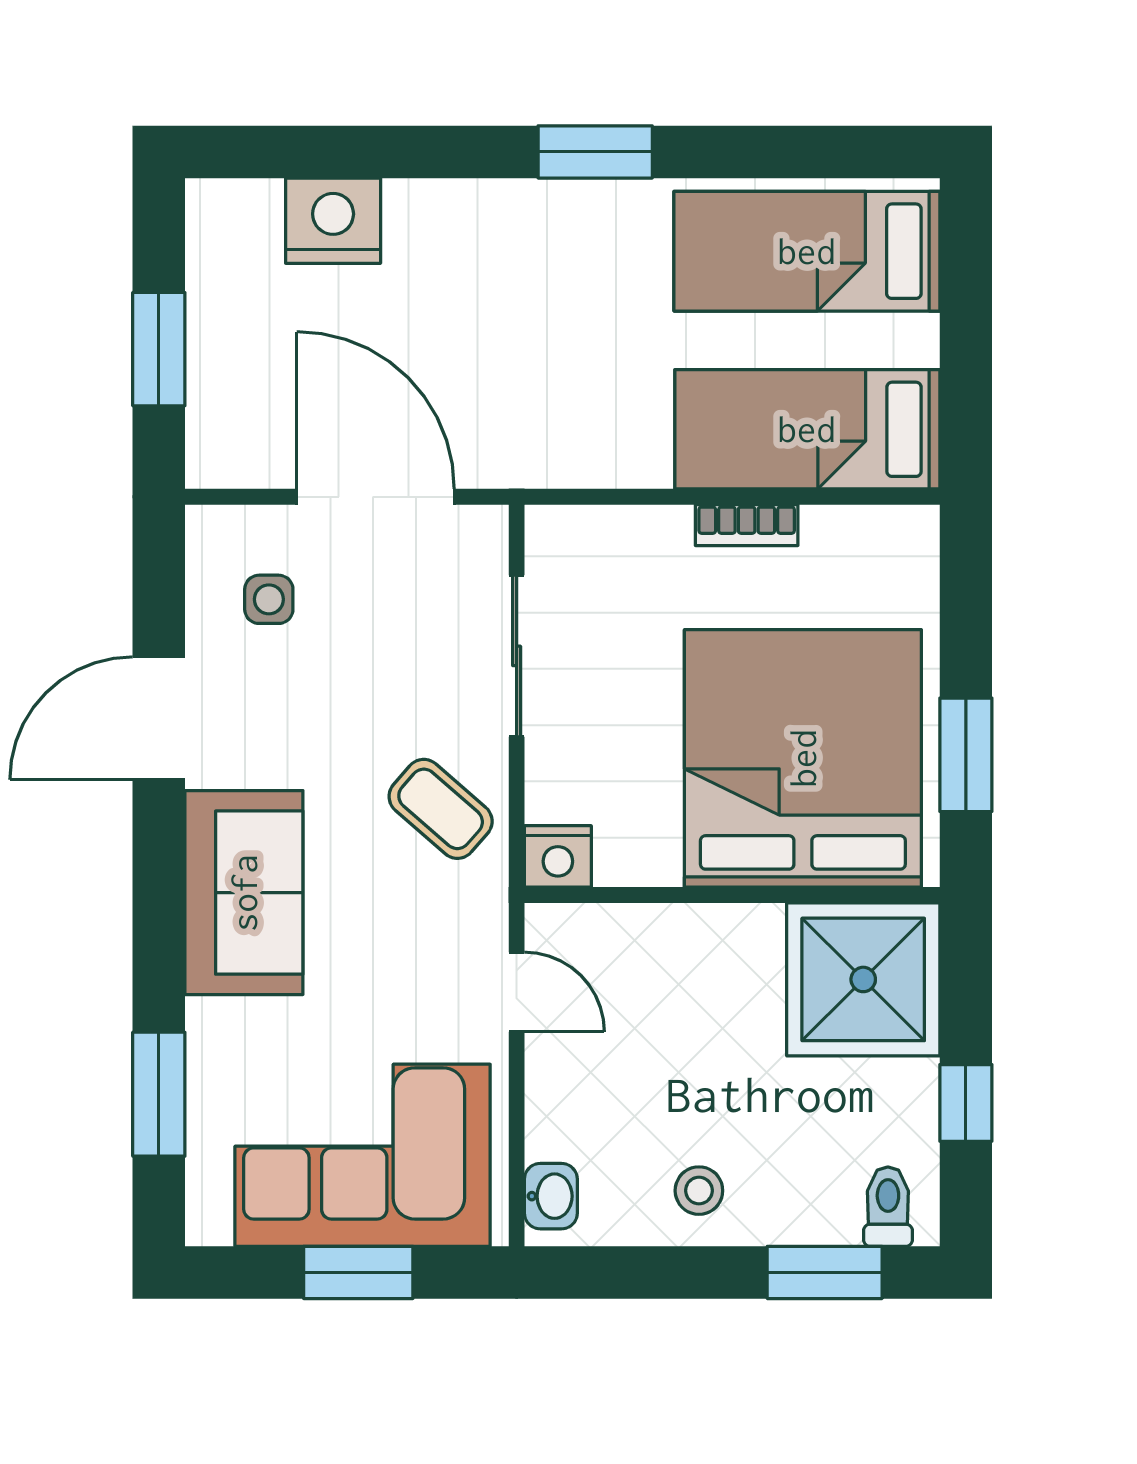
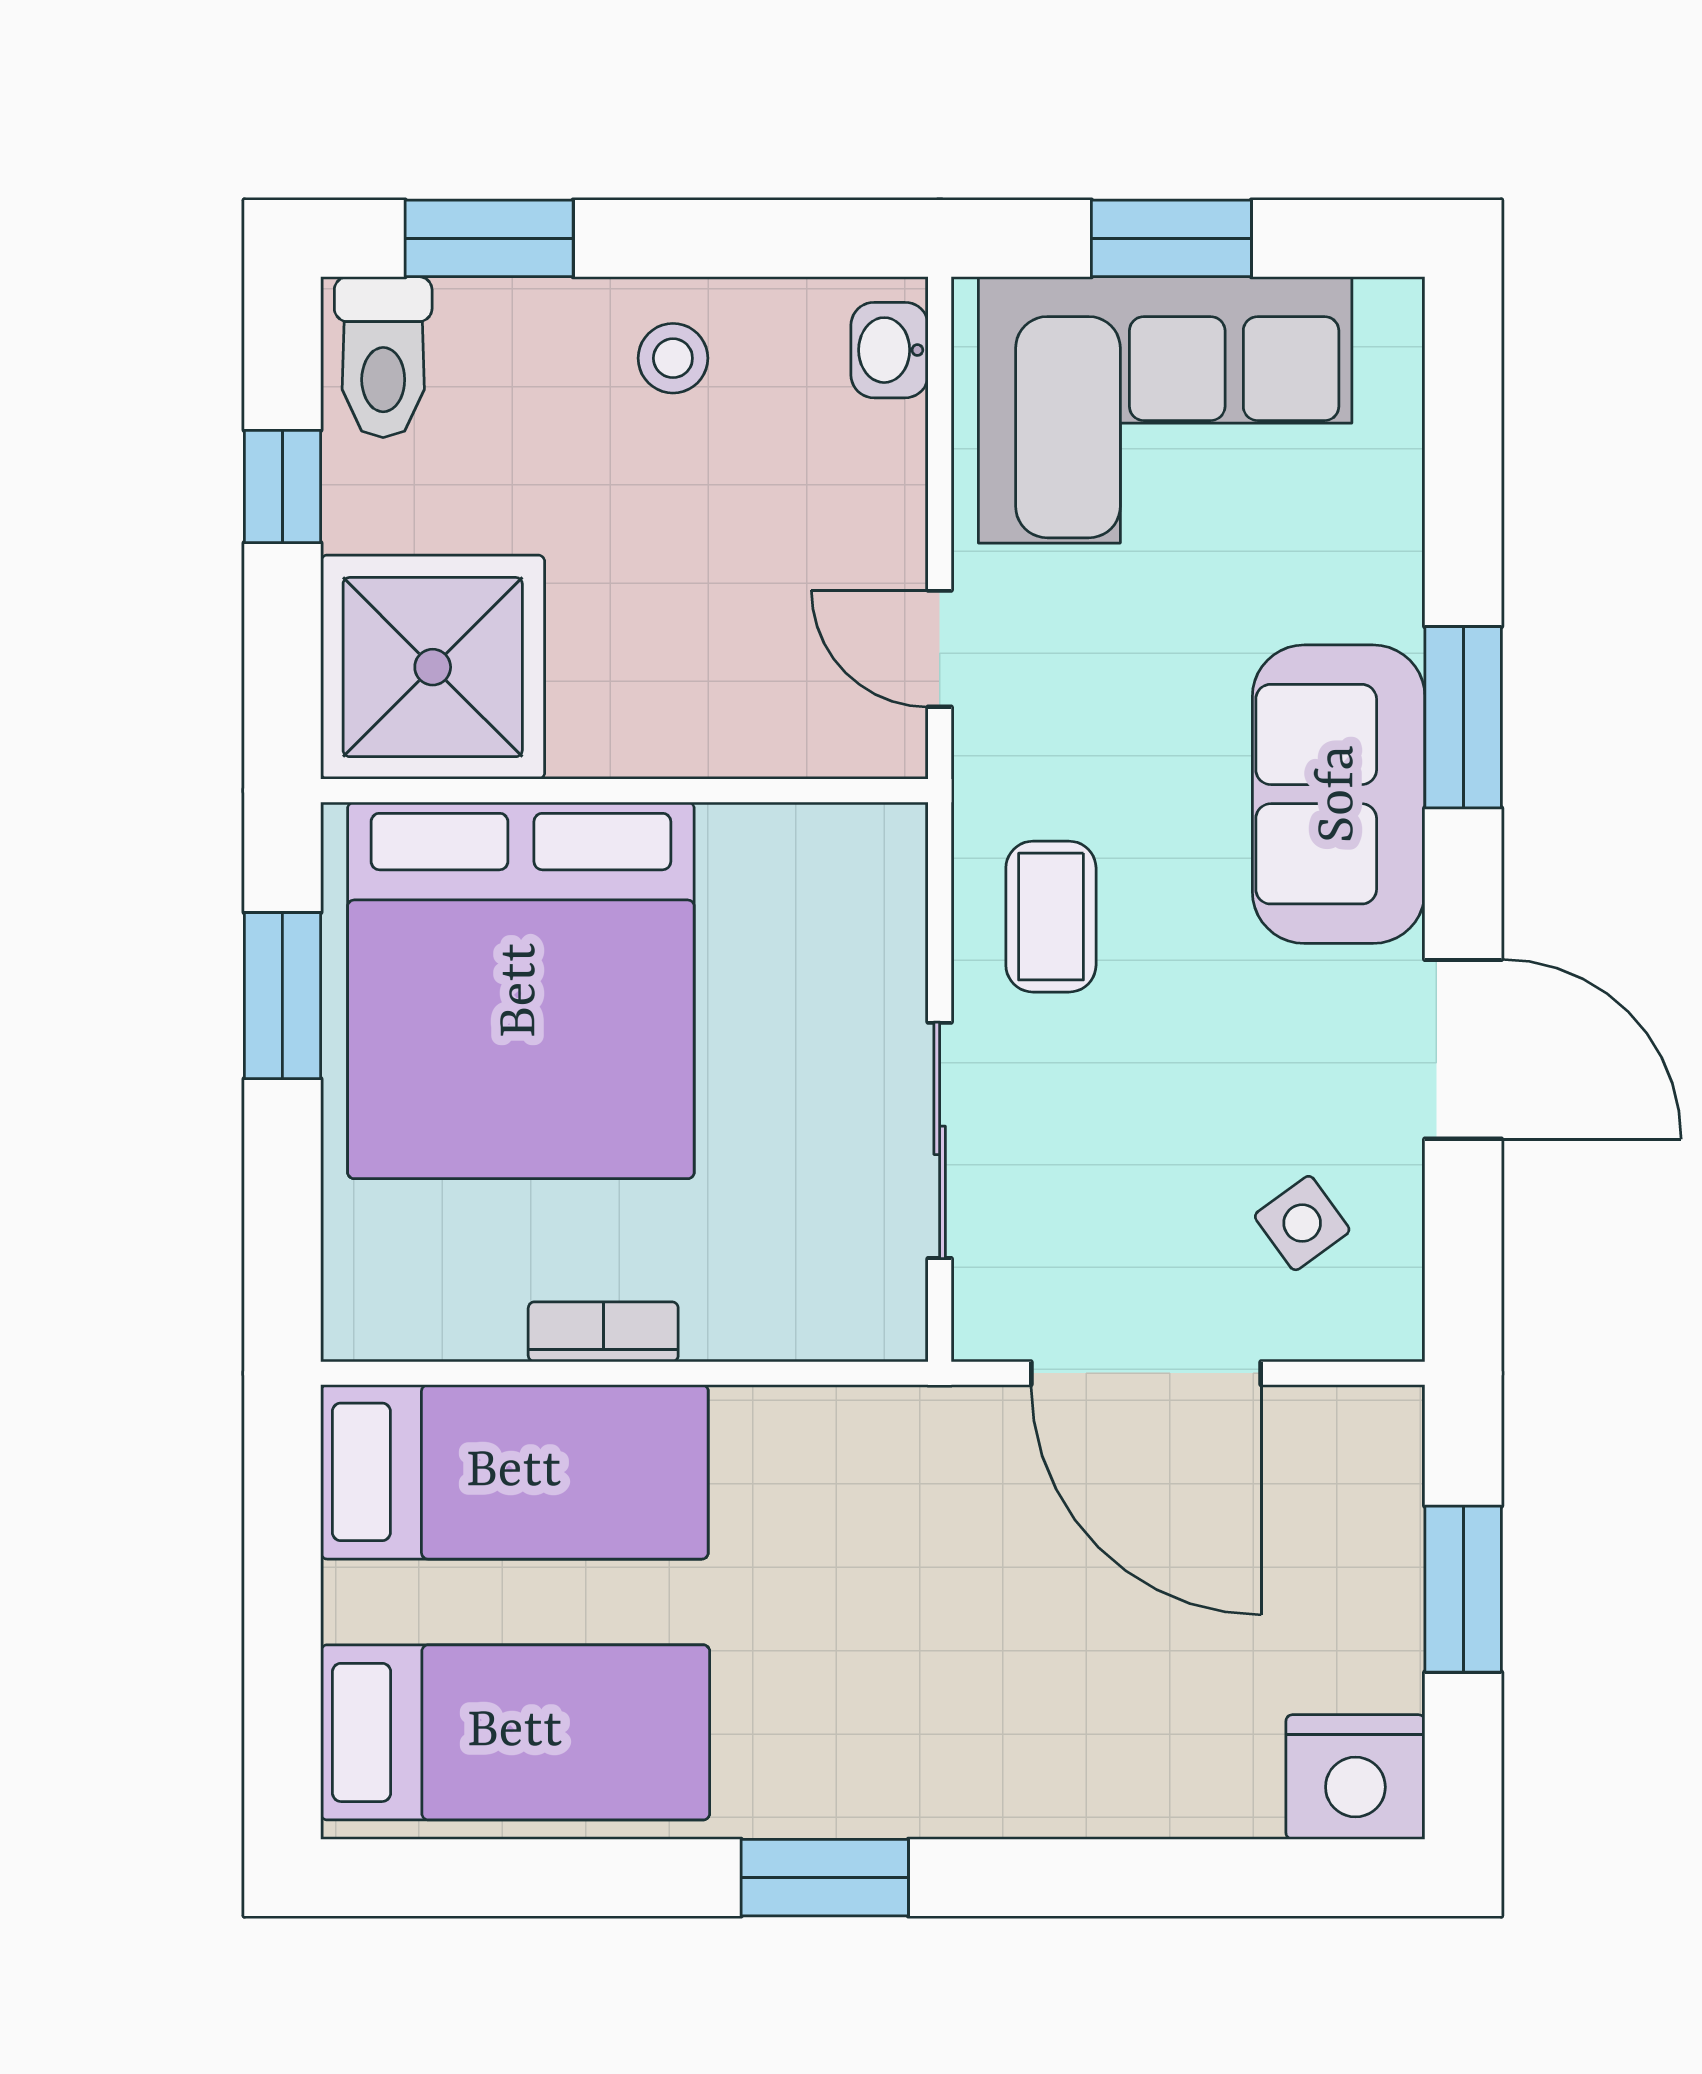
nightstand: (333, 221) -> (1355, 1777), moved
side table: (269, 599) -> (1302, 1223), turned -36
door: (159, 718) -> (1463, 1049), hinge flipped
coffee table: (441, 809) -> (1051, 917), turned 49
nightstand: (558, 856) -> (879, 847), removed
window: (159, 1094) -> (1463, 717), moved
toilet: (888, 1207) -> (383, 357), width x1.37, depth x1.39

